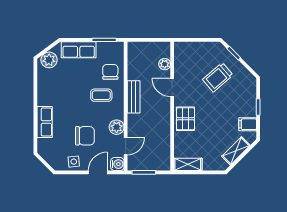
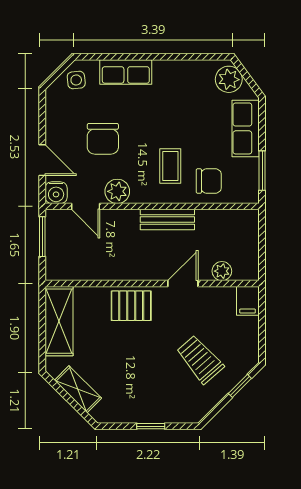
filing cabinet: (248, 124) -> (248, 301), moved, turned 180
side table: (74, 162) -> (76, 80), moved
shelving: (188, 164) -> (59, 321), width x1.50, depth x1.33

